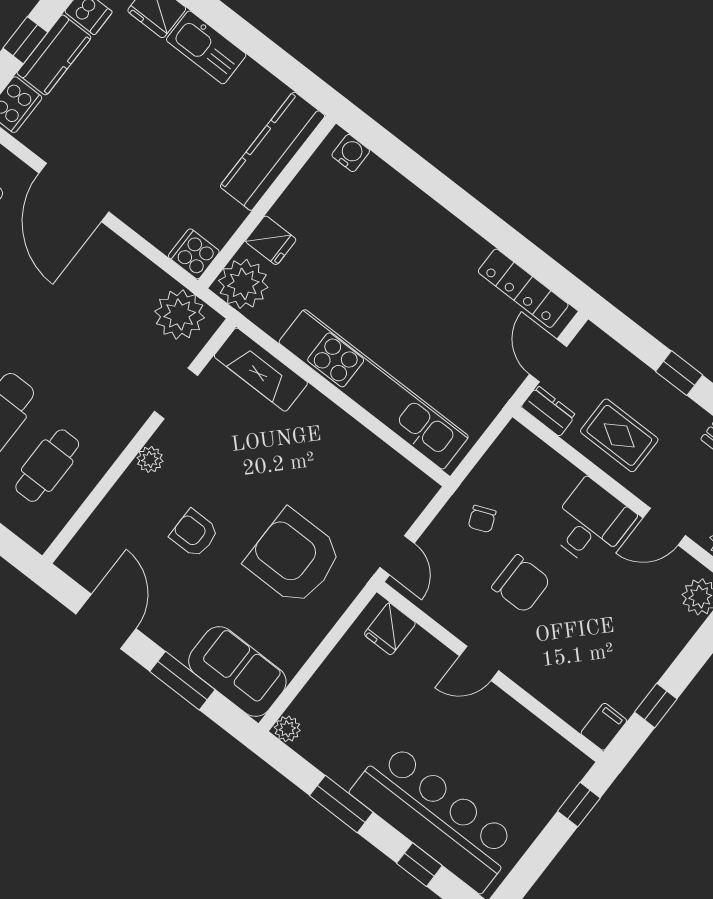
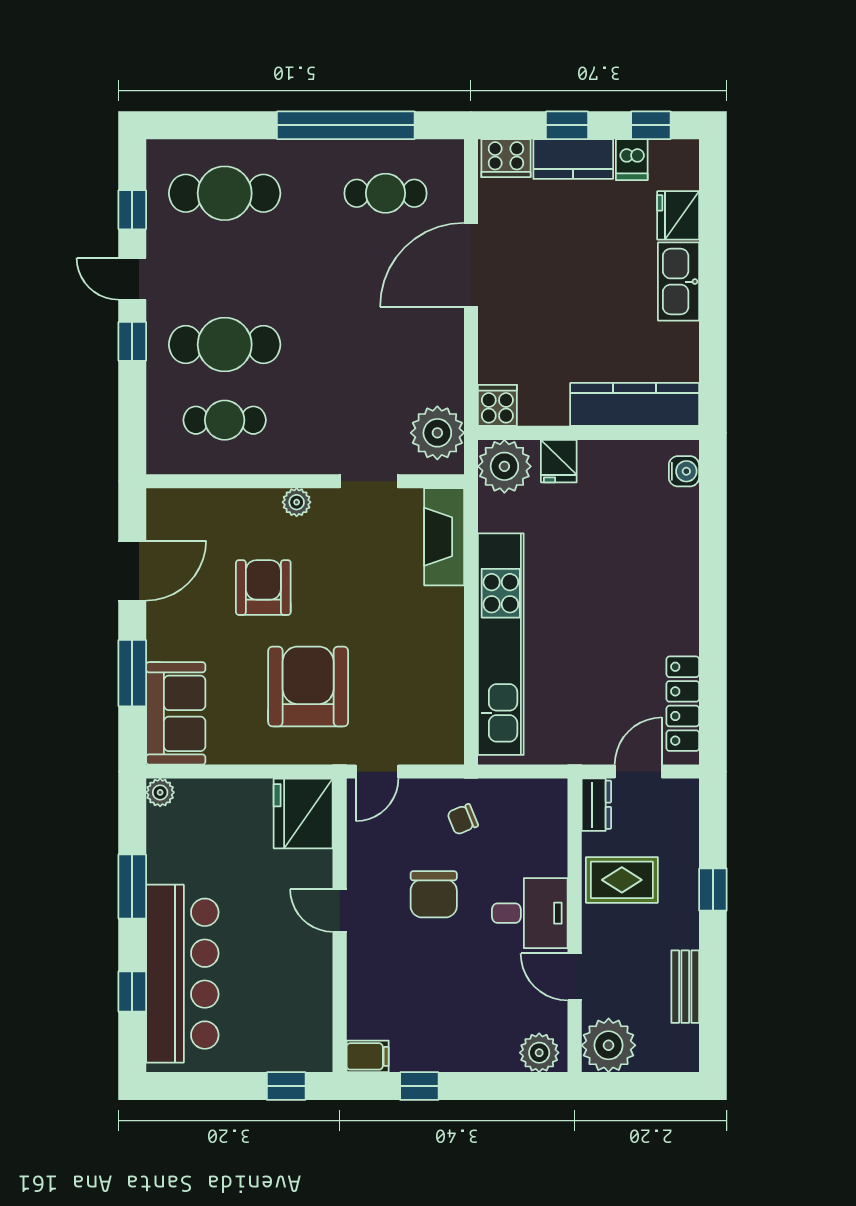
rug: (619, 435) -> (622, 880), turned 90
armchair: (194, 534) -> (263, 588), width x1.38, depth x1.38
fridge: (390, 629) -> (303, 813), width x1.88, depth x1.34

